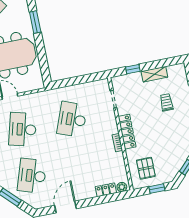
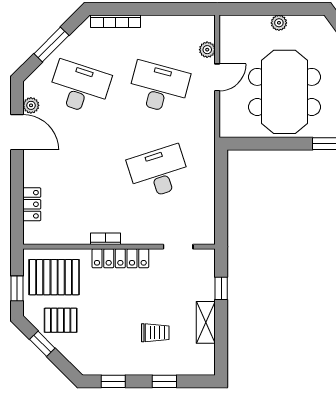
desk: (72, 119) -> (159, 172), turned -39
pallet: (170, 159) -> (61, 320), added
pallet: (146, 168) -> (54, 277), width x1.50, depth x1.42
plant: (122, 187) -> (31, 105), moved

